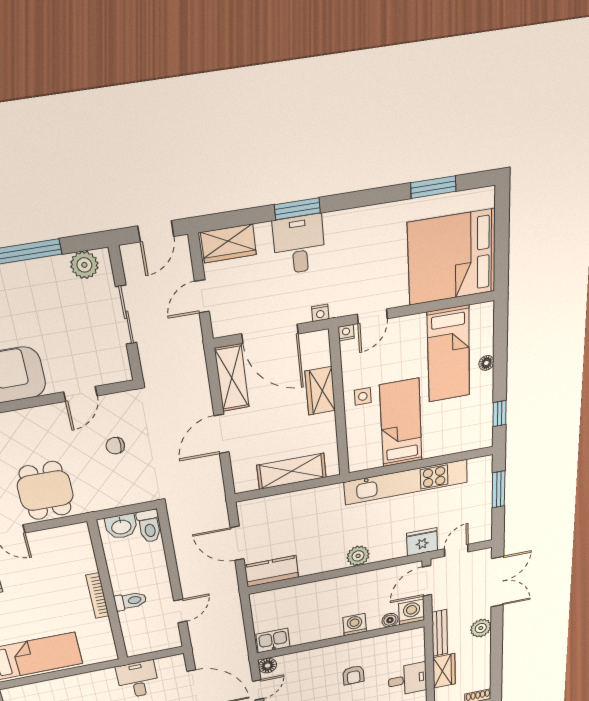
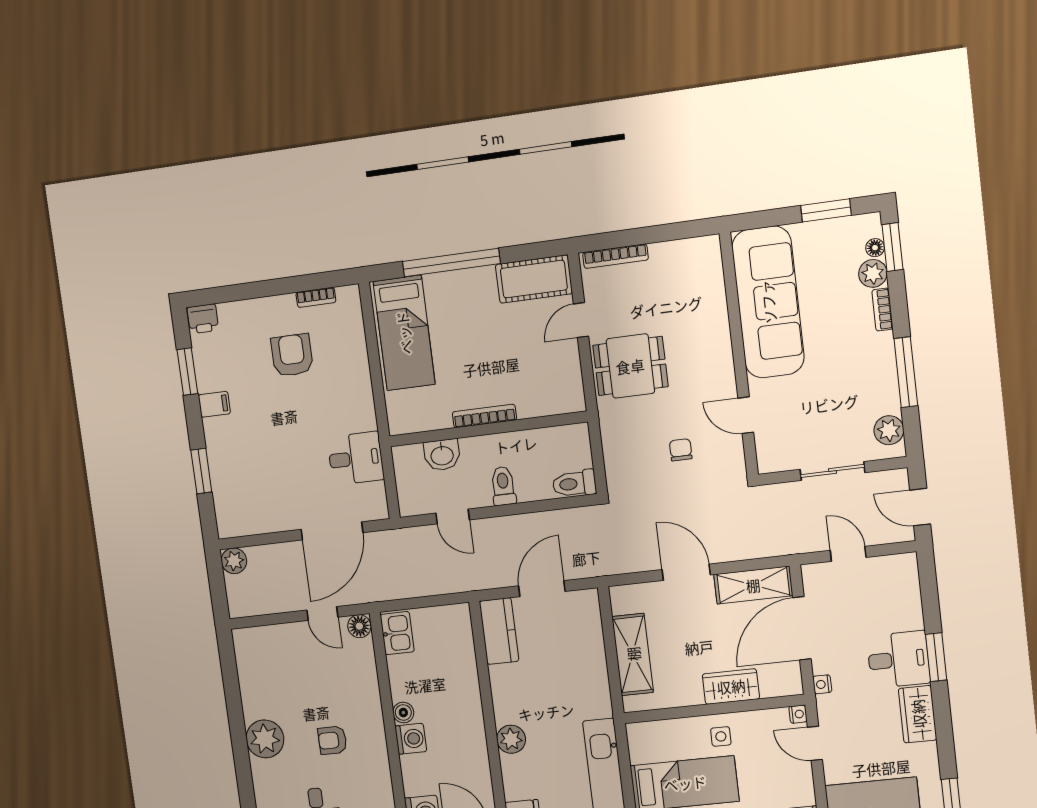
wardrobe: (229, 243) -> (918, 714), moved
washbasin: (121, 526) -> (442, 455), moved, turned -90
toilet: (130, 601) -> (503, 486), moved, turned 180
boiler: (390, 620) -> (403, 713), moved

